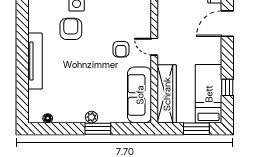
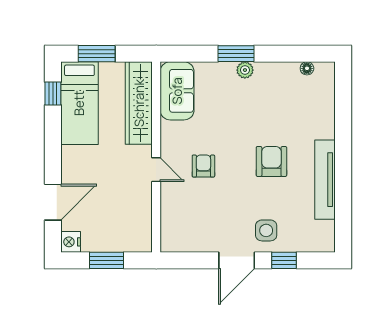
armchair: (71, 29) -> (271, 161), moved, turned 180
tv unit: (35, 61) -> (325, 180), moved
window: (227, 87) -> (53, 94), moved
sofa: (140, 95) -> (177, 91), width x0.73

